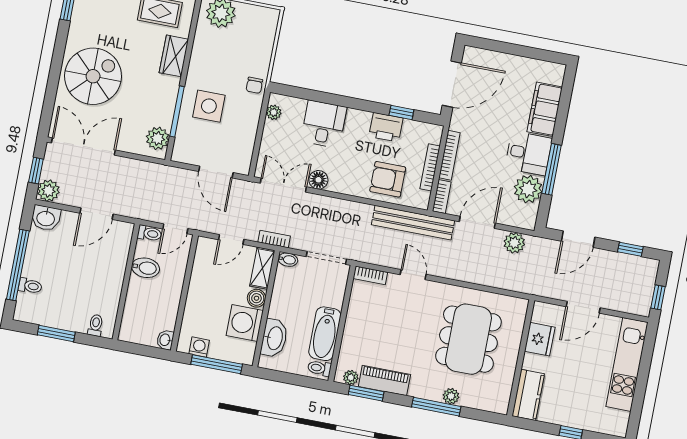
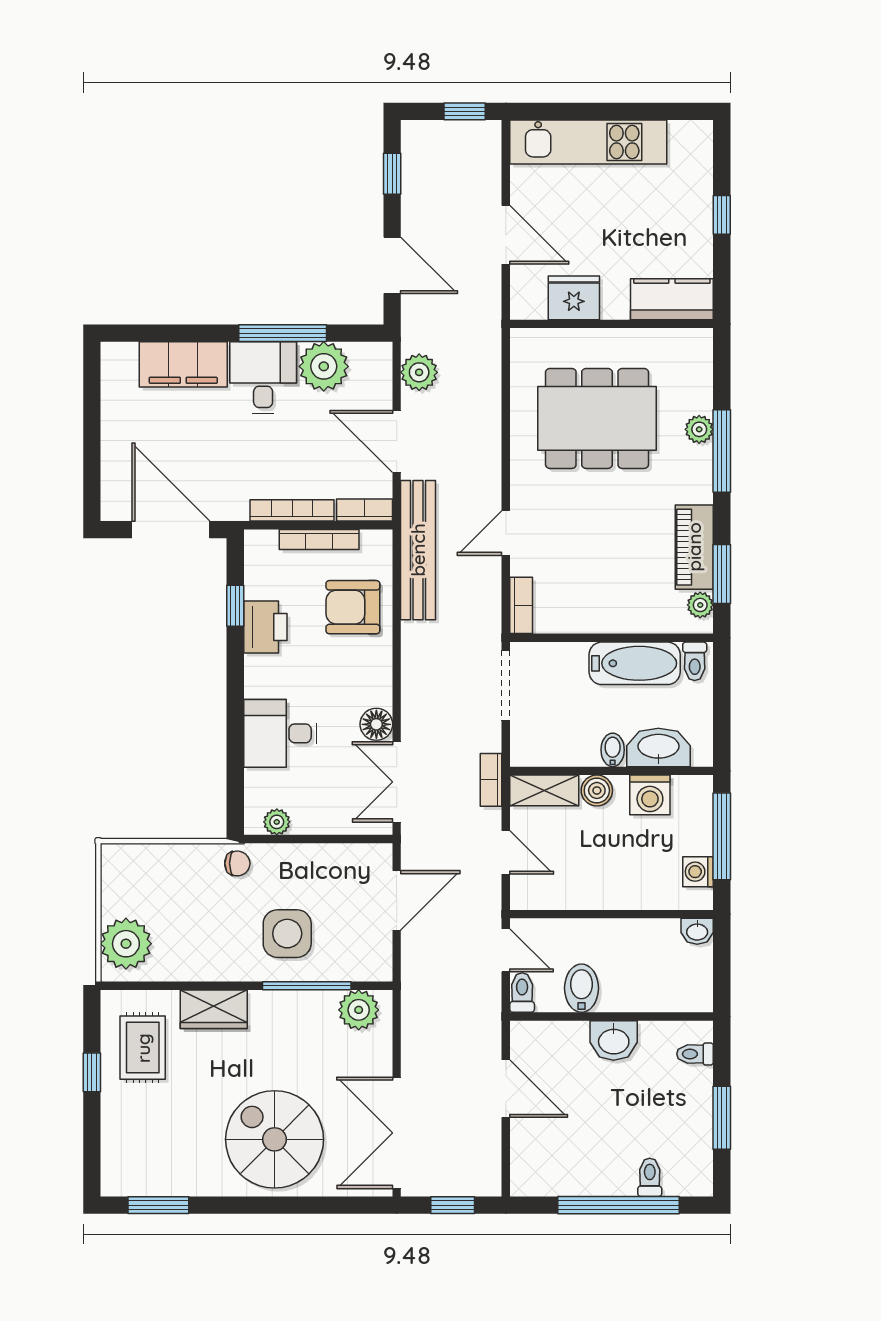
armchair: (388, 179) -> (353, 607), turned 90
plant: (48, 191) -> (483, 1177), removed
washbasin: (46, 218) -> (614, 1040), moved, turned 90
bidet: (288, 260) -> (613, 750), moved
washing machine: (245, 323) -> (650, 795), width x0.73, depth x0.73

